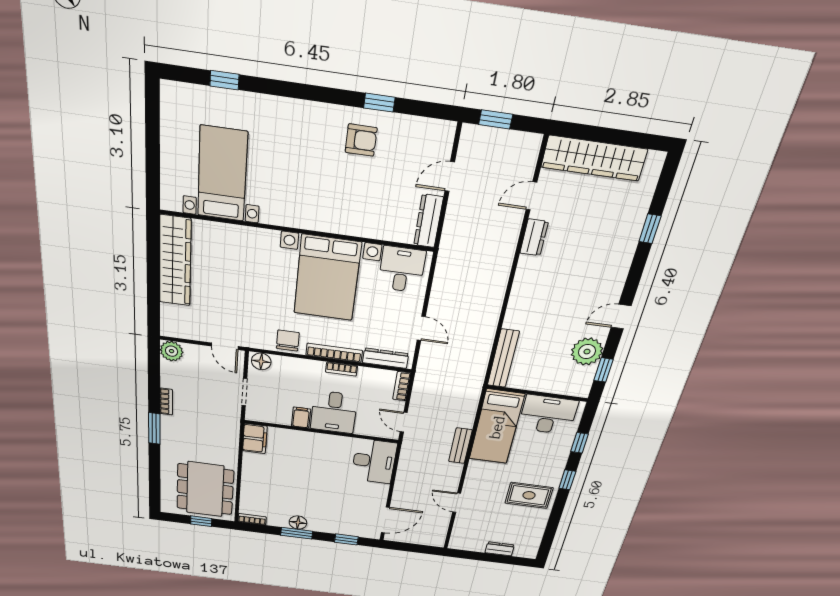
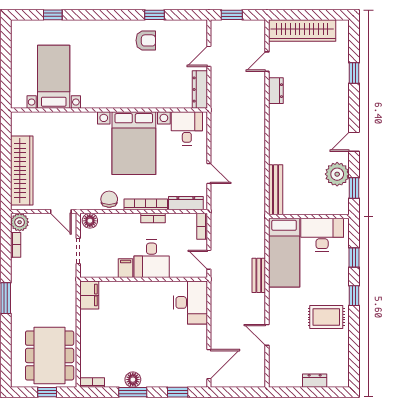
wardrobe: (175, 261) -> (22, 171), moved
bookcase: (166, 402) -> (16, 245), moved

